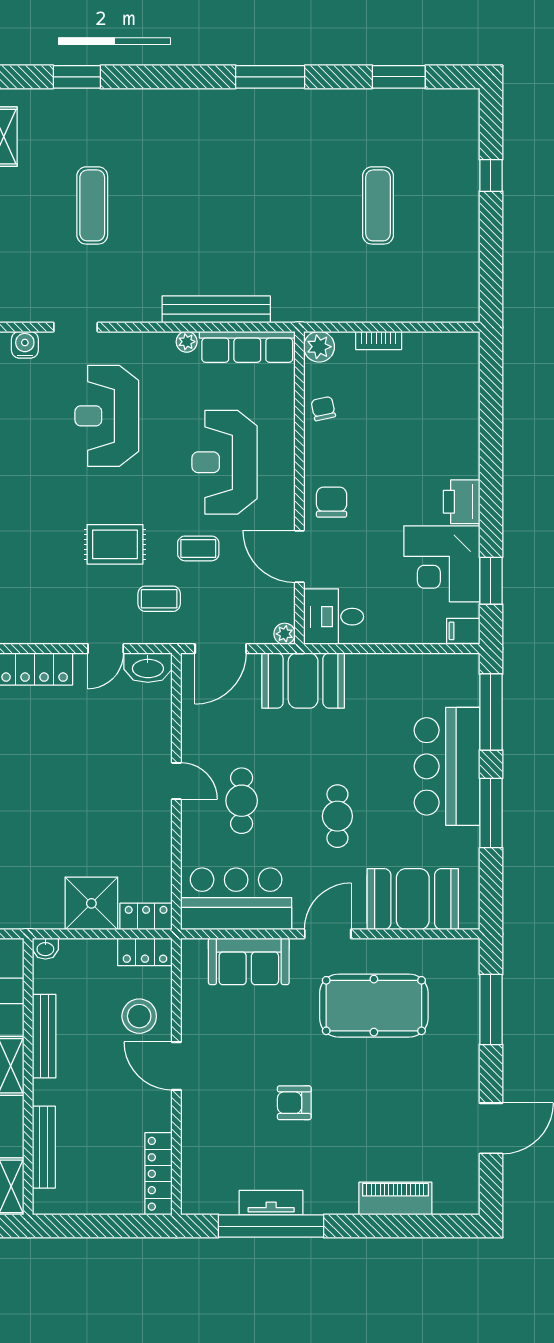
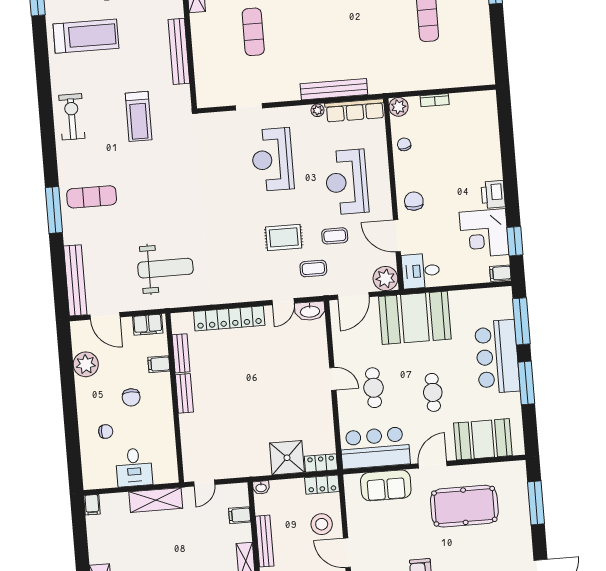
water cooler: (25, 345) -> (219, 120), removed
plant: (285, 634) -> (385, 278), width x1.88, depth x1.88
booth: (303, 681) -> (415, 318), width x1.36, depth x1.42

